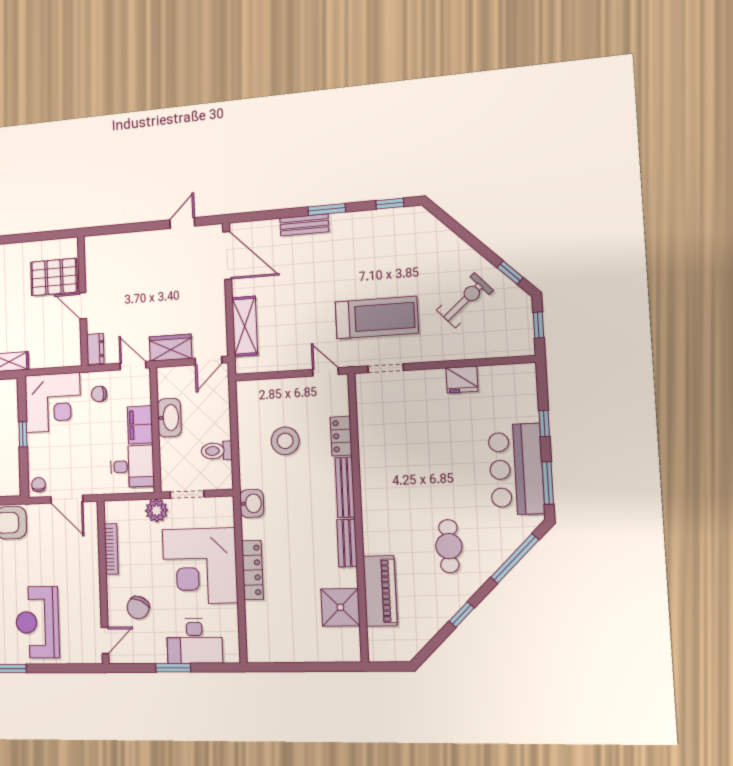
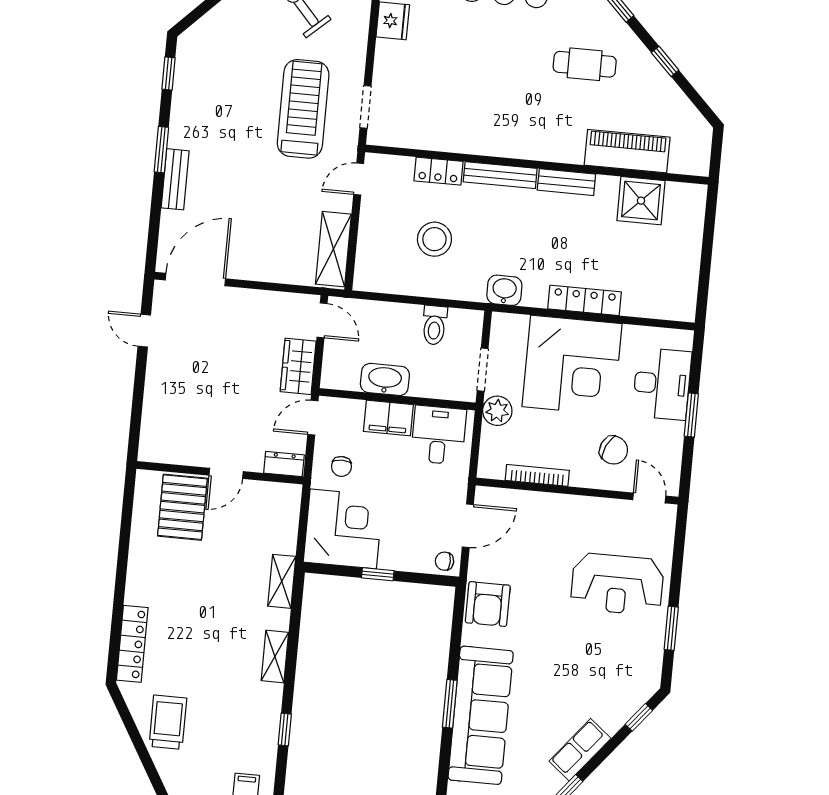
shelving: (245, 326) -> (333, 249), moved, turned 90

